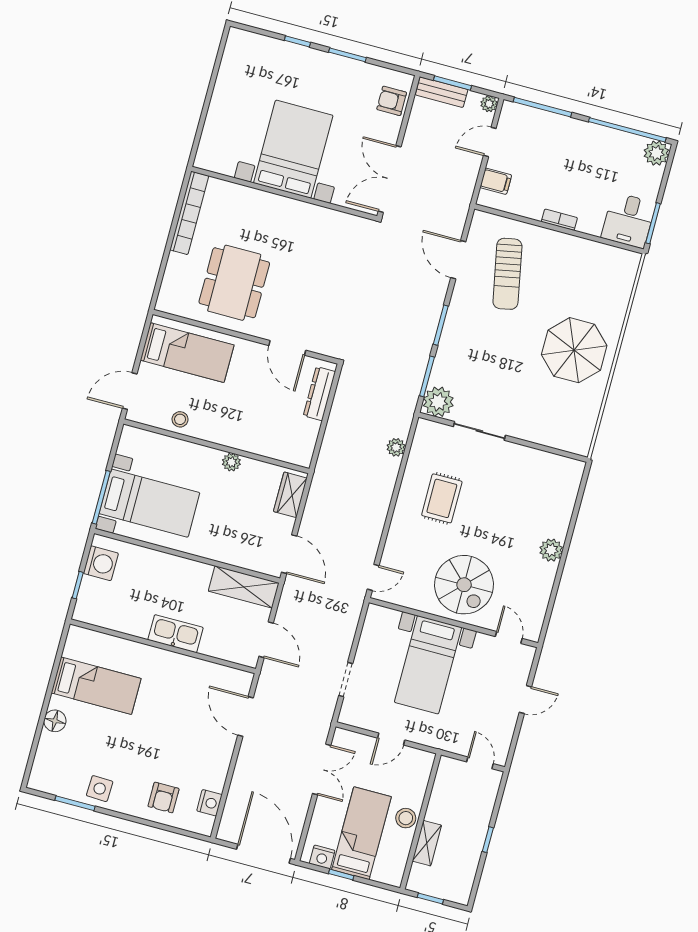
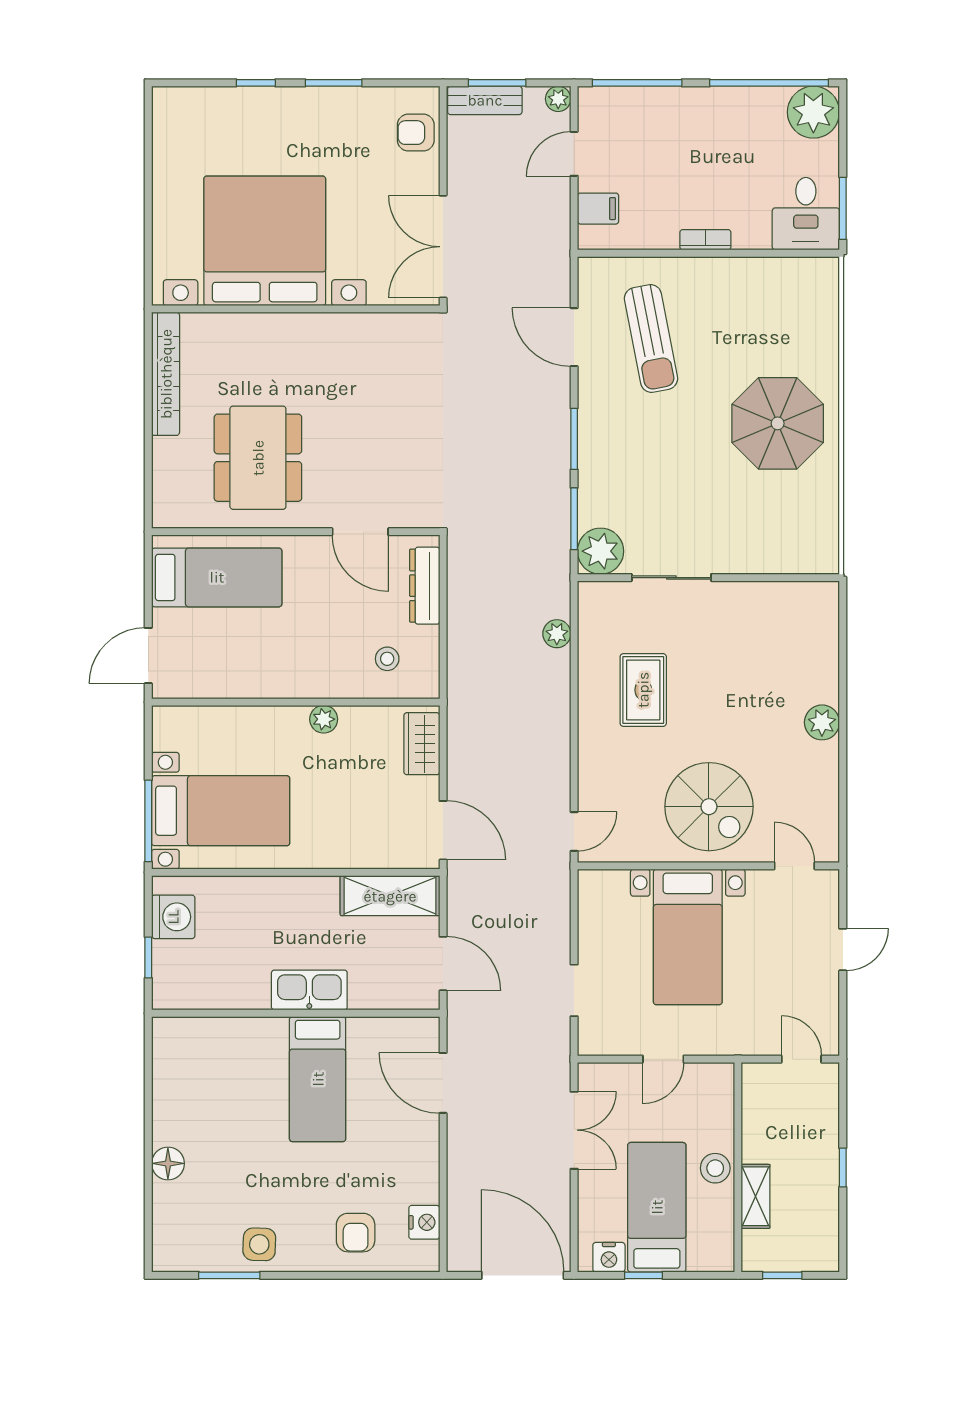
bed with nightstands: (293, 149) -> (265, 241), width x1.36
plant: (656, 153) -> (813, 112), width x1.36, depth x1.36
stool: (180, 419) -> (387, 659), moved
bed: (96, 686) -> (318, 1079), moved, turned 90

